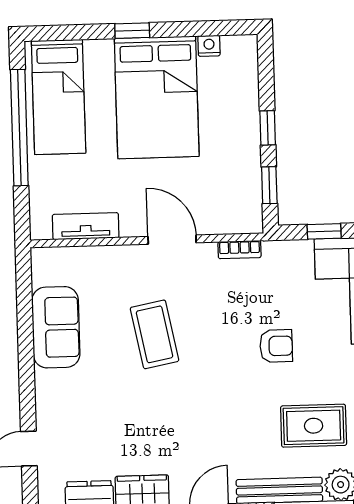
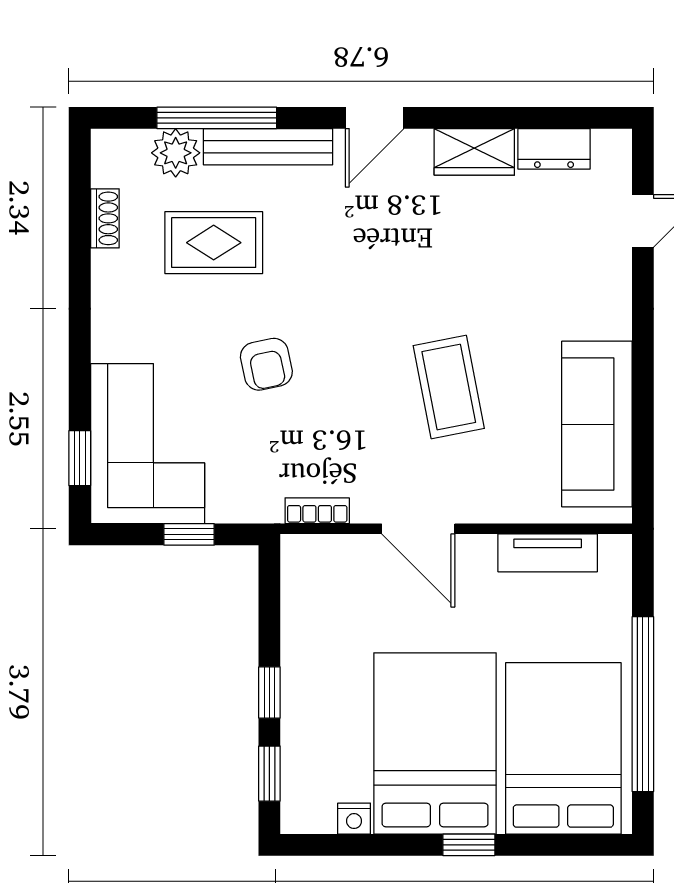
bed: (59, 97) -> (563, 748), width x1.50
window: (269, 185) -> (269, 774), moved
sofa: (56, 327) -> (597, 424), width x1.36
armchair: (276, 346) -> (266, 364), turned -102

